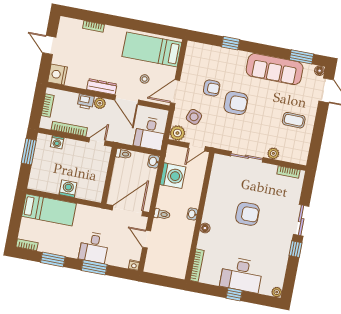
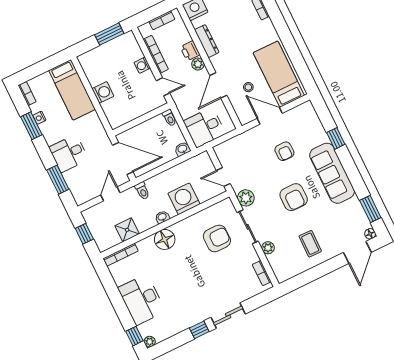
sofa: (275, 69) -> (332, 173), moved
dresser: (102, 87) -> (207, 41), moved
door: (175, 92) -> (270, 116), moved
armchair: (236, 103) -> (294, 197), moved
side table: (194, 117) -> (248, 155), removed
plant: (177, 133) -> (246, 198), moved
washing machine: (57, 142) -> (142, 65), moved
washing machine: (173, 176) -> (184, 199), moved, turned 180
armchair: (247, 214) -> (217, 238), moved, turned -90
floor lamp: (205, 228) -> (165, 239), width x1.89, depth x1.89
shower: (182, 247) -> (127, 230), added
nightstand: (134, 265) -> (39, 118), moved
window: (94, 267) -> (58, 180), moved
window: (161, 280) -> (84, 234), added
window: (234, 294) -> (134, 336), moved

